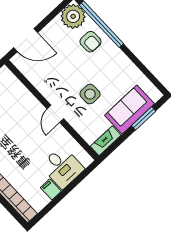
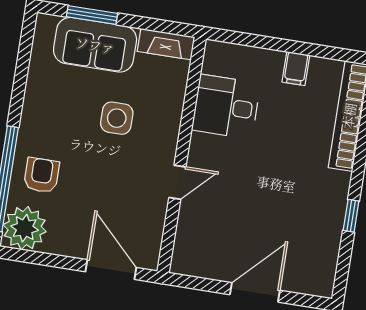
door: (55, 114) -> (177, 182), moved
desk: (62, 167) -> (226, 107), moved, turned -90

